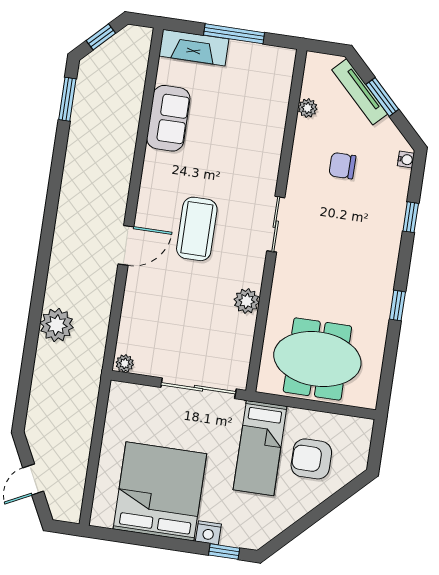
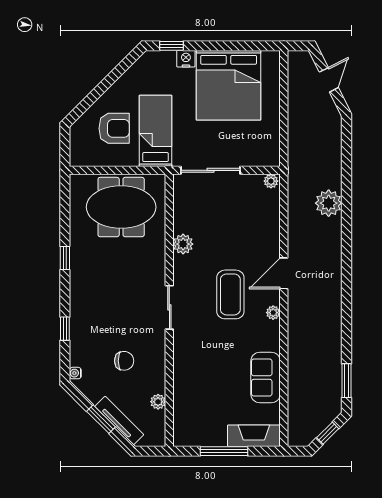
plant: (147, 198) -> (273, 313), added

